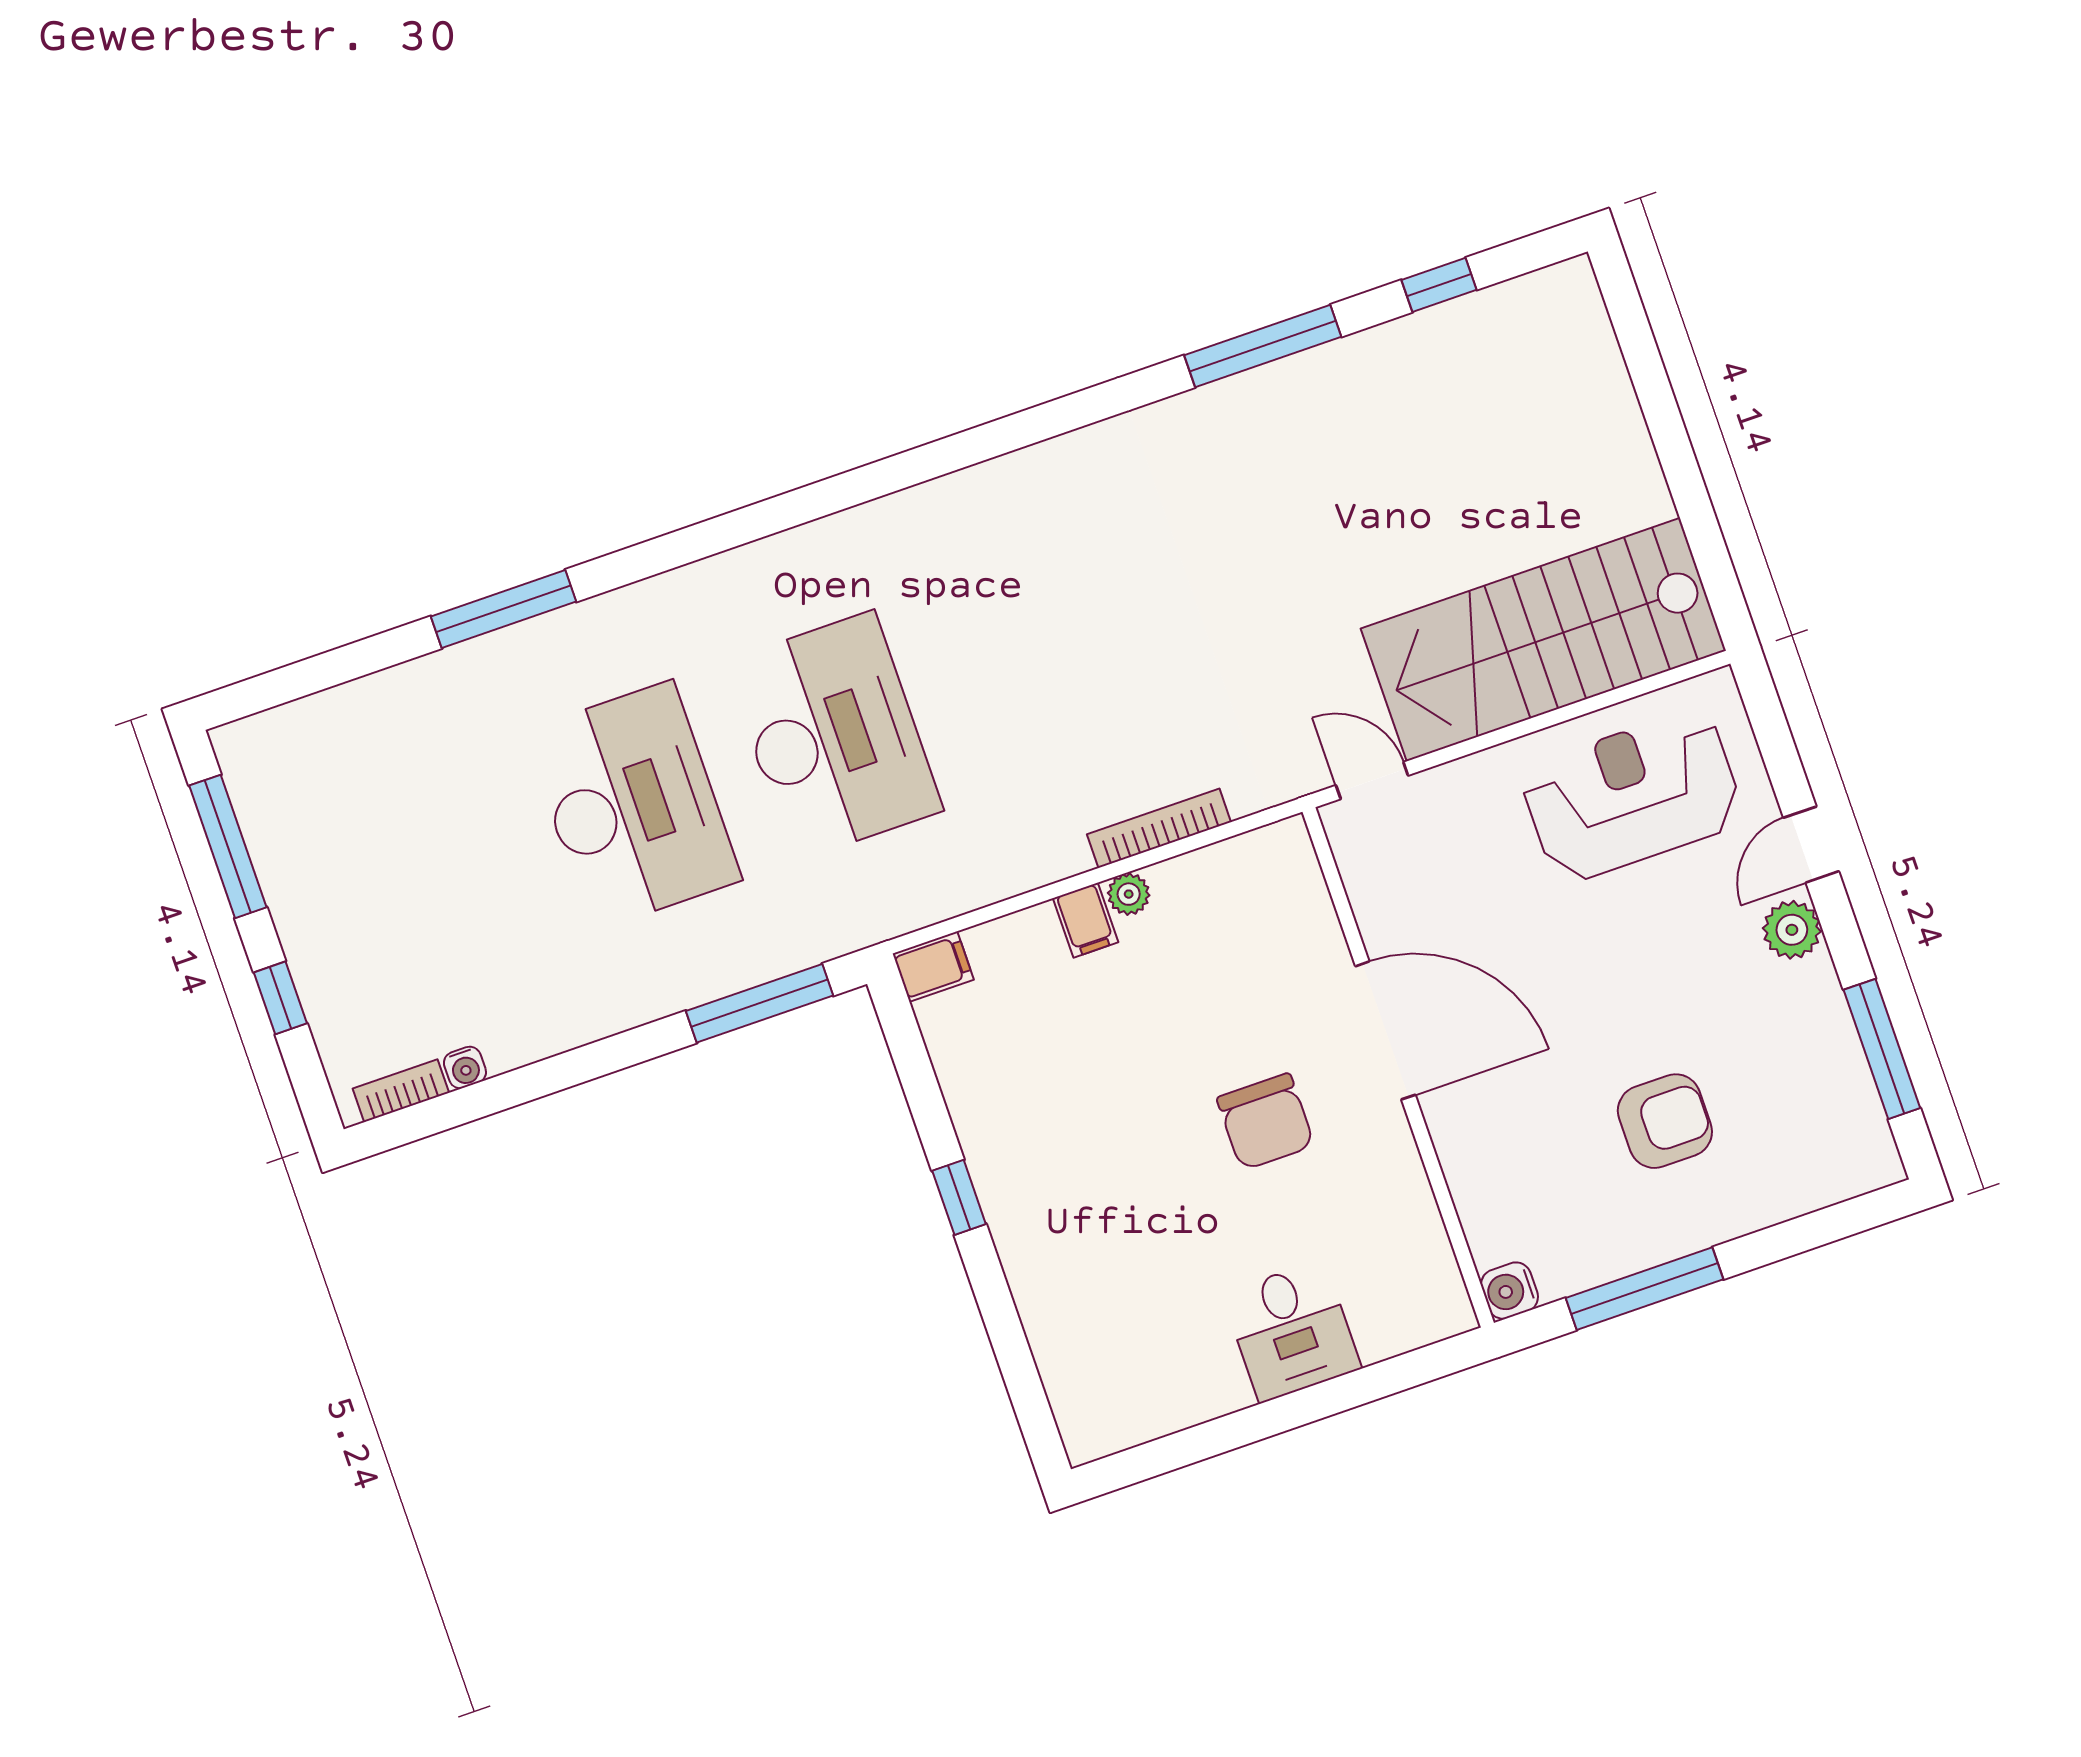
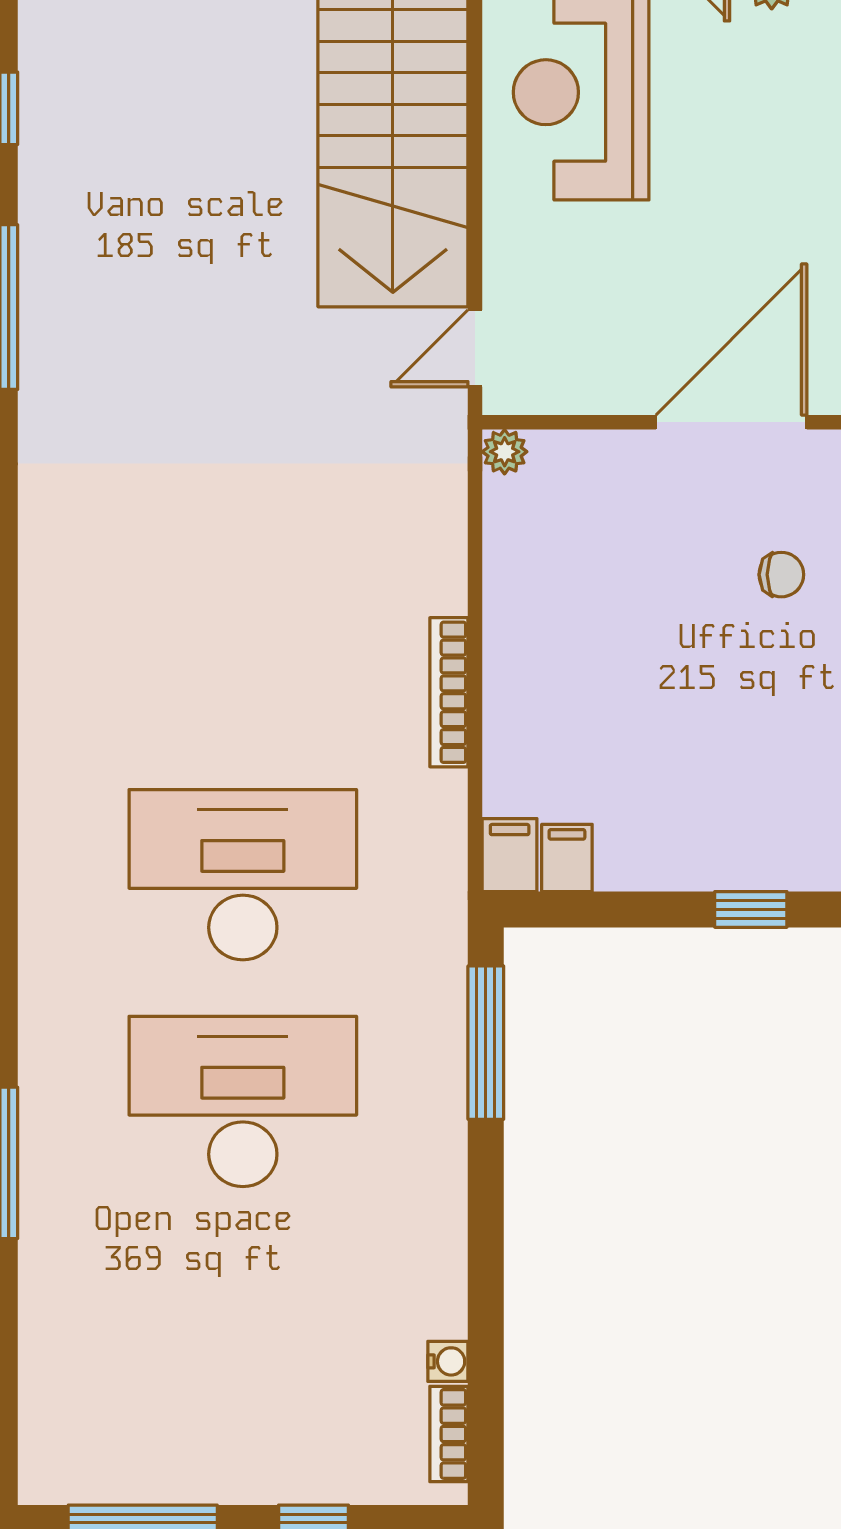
bookcase: (1159, 828) -> (449, 692), moved
plant: (1129, 894) -> (505, 452), moved
filing cabinet: (1086, 920) -> (567, 858), moved, turned -90
chair: (1266, 1122) -> (781, 575), width x0.54, depth x0.54

